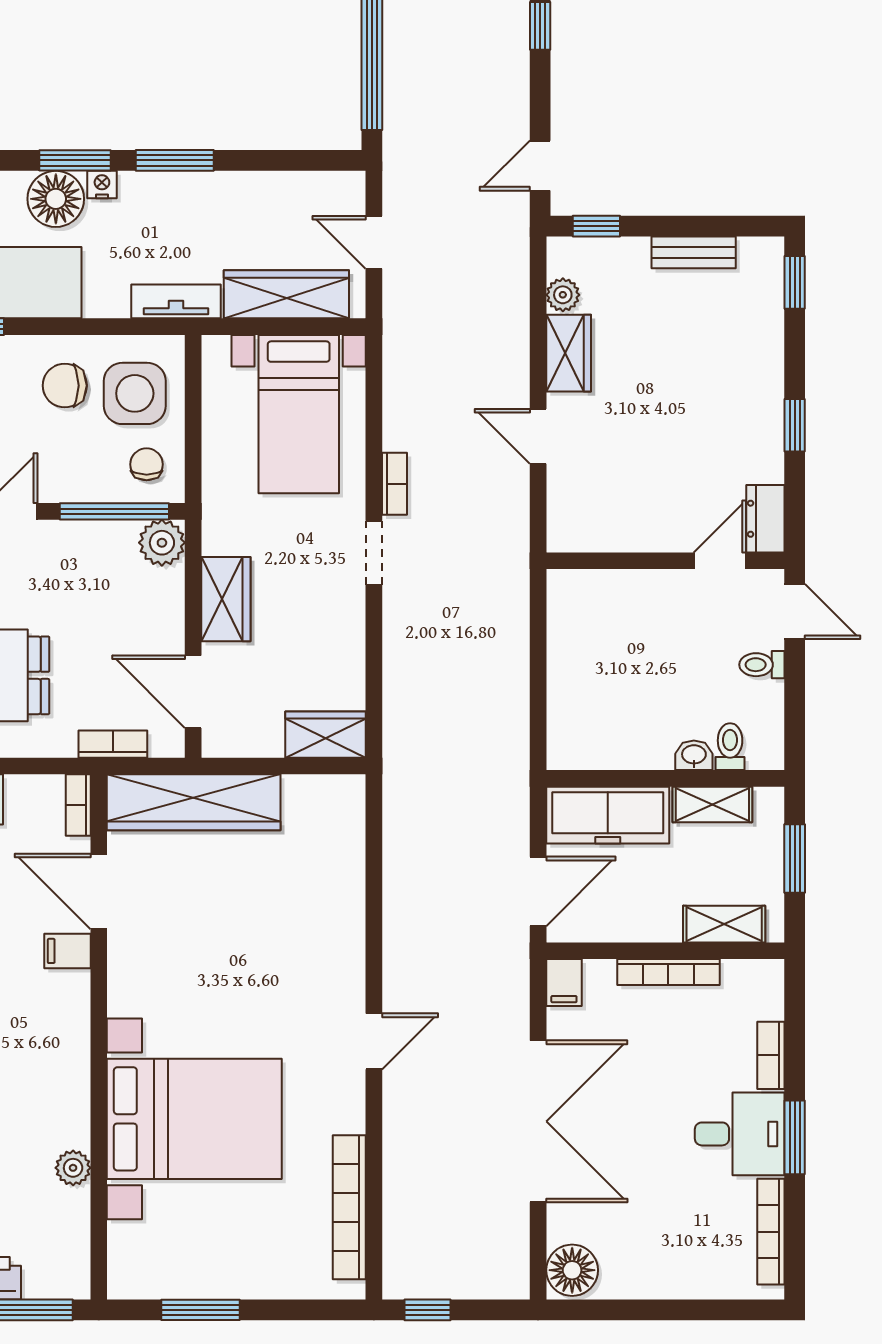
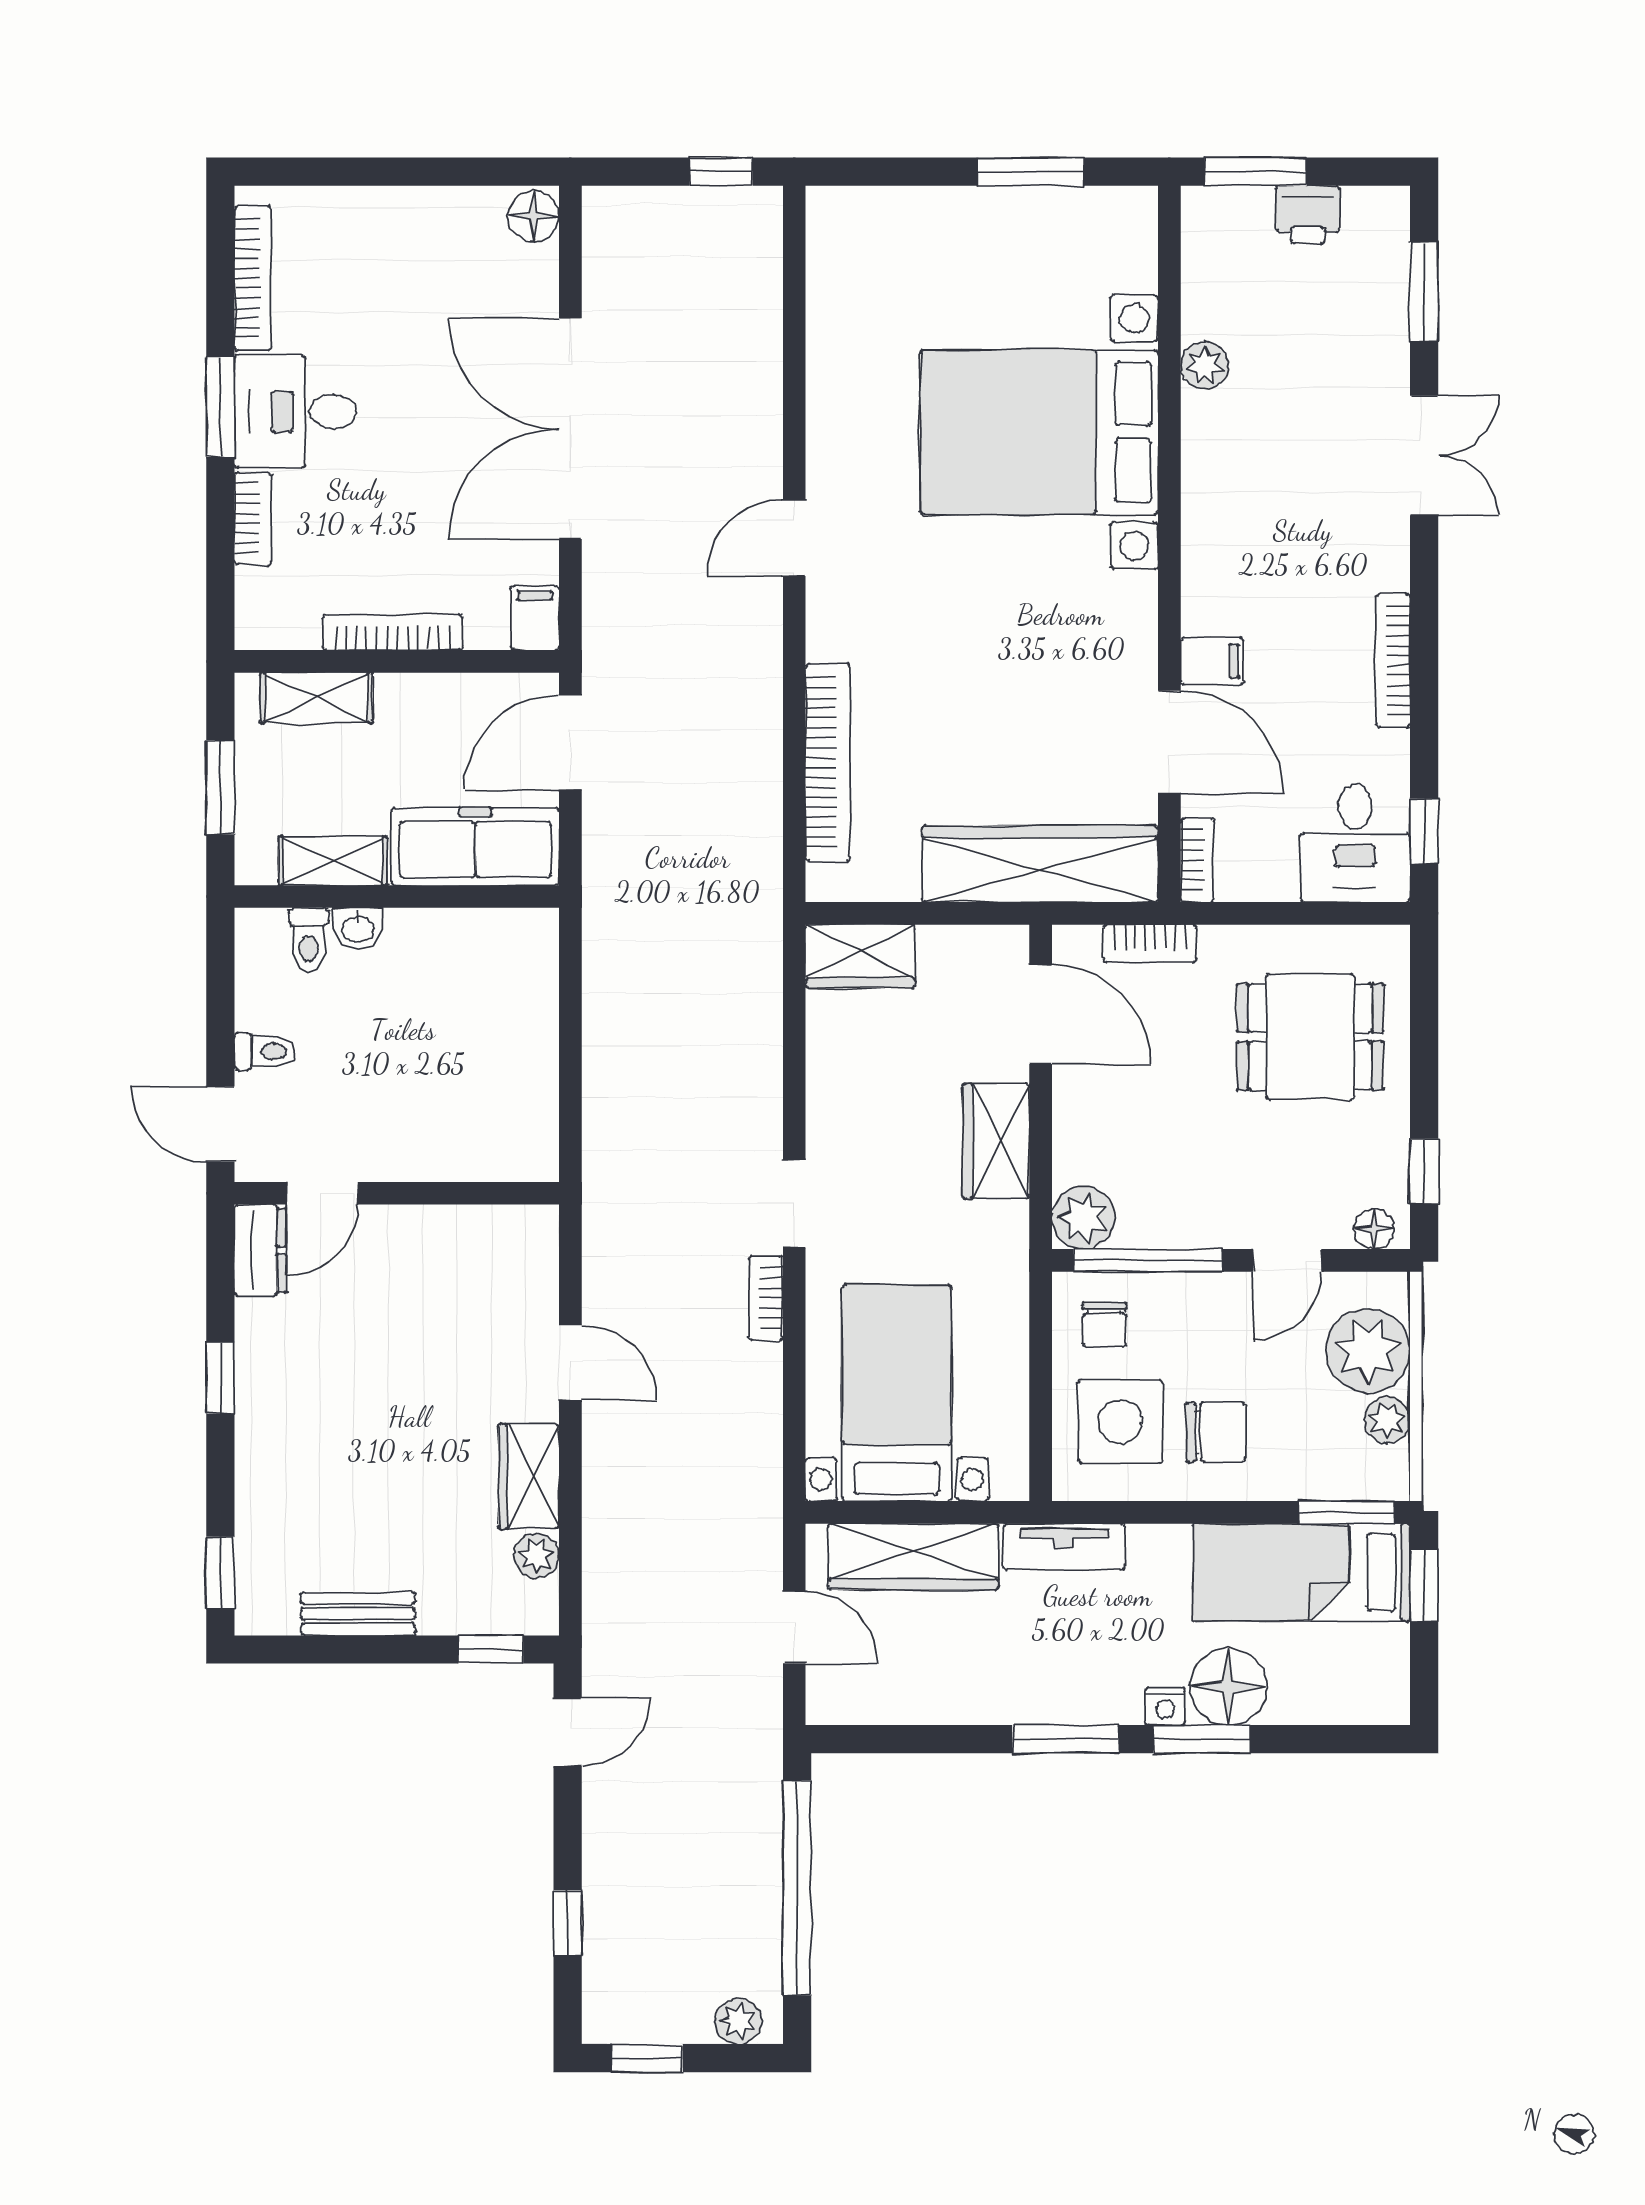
bookcase: (349, 1207) -> (828, 762), moved
floor lamp: (572, 1270) -> (534, 216), width x0.73, depth x0.73

